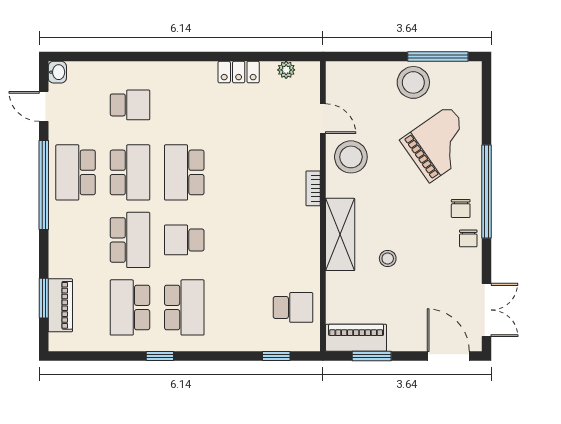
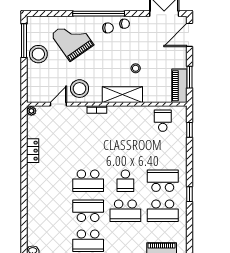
plant: (286, 70) -> (31, 111), moved
school desk: (130, 105) -> (51, 211), removed
school desk: (130, 240) -> (125, 211), turned 180

